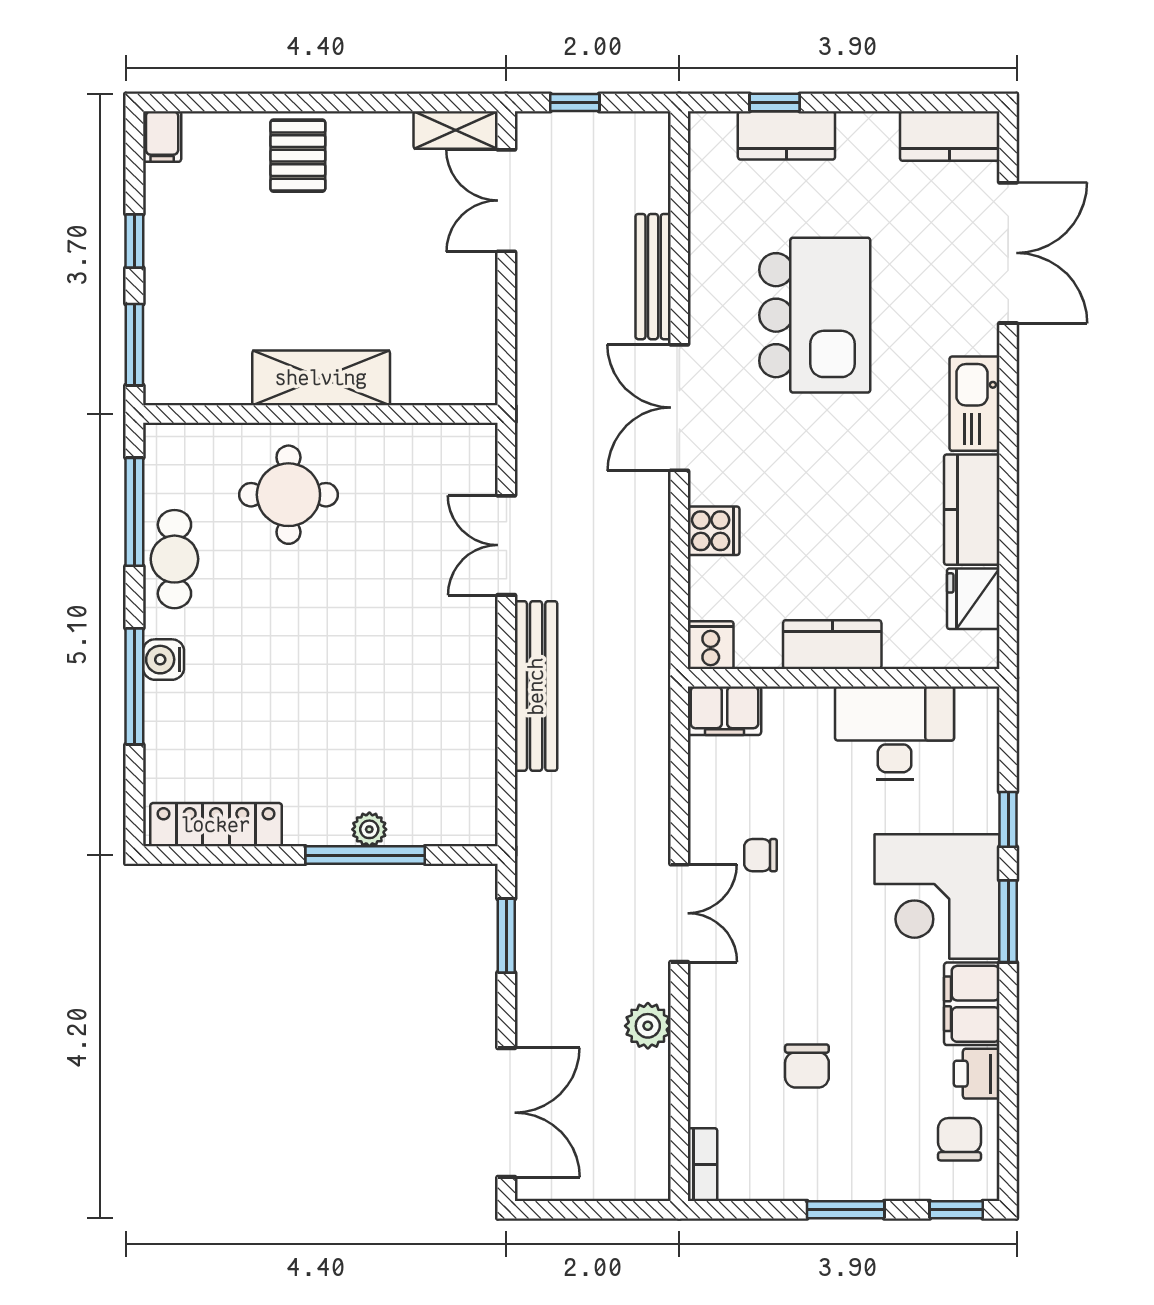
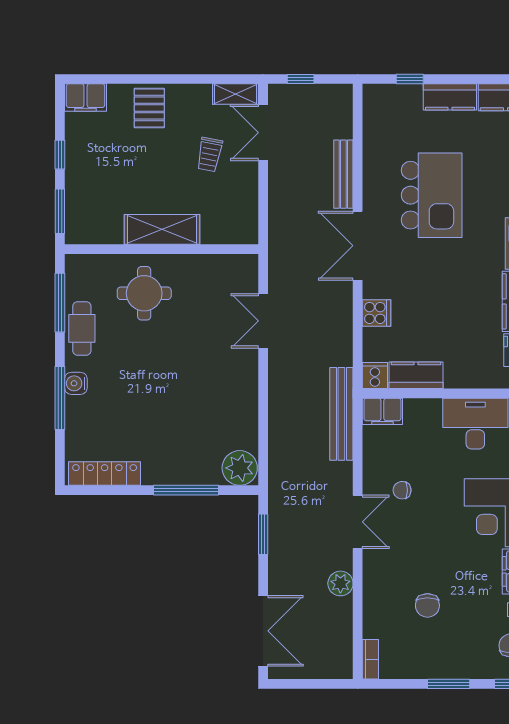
kitchen counter: (786, 135) -> (450, 97), moved
filing cabinet: (162, 137) -> (85, 98), width x2.00
trolley: (408, 241) -> (209, 155), added
kitchen counter: (832, 645) -> (416, 375), moved
bench: (536, 686) -> (341, 414), moved
plant: (369, 829) -> (240, 468), moved, width x1.87, depth x1.87

